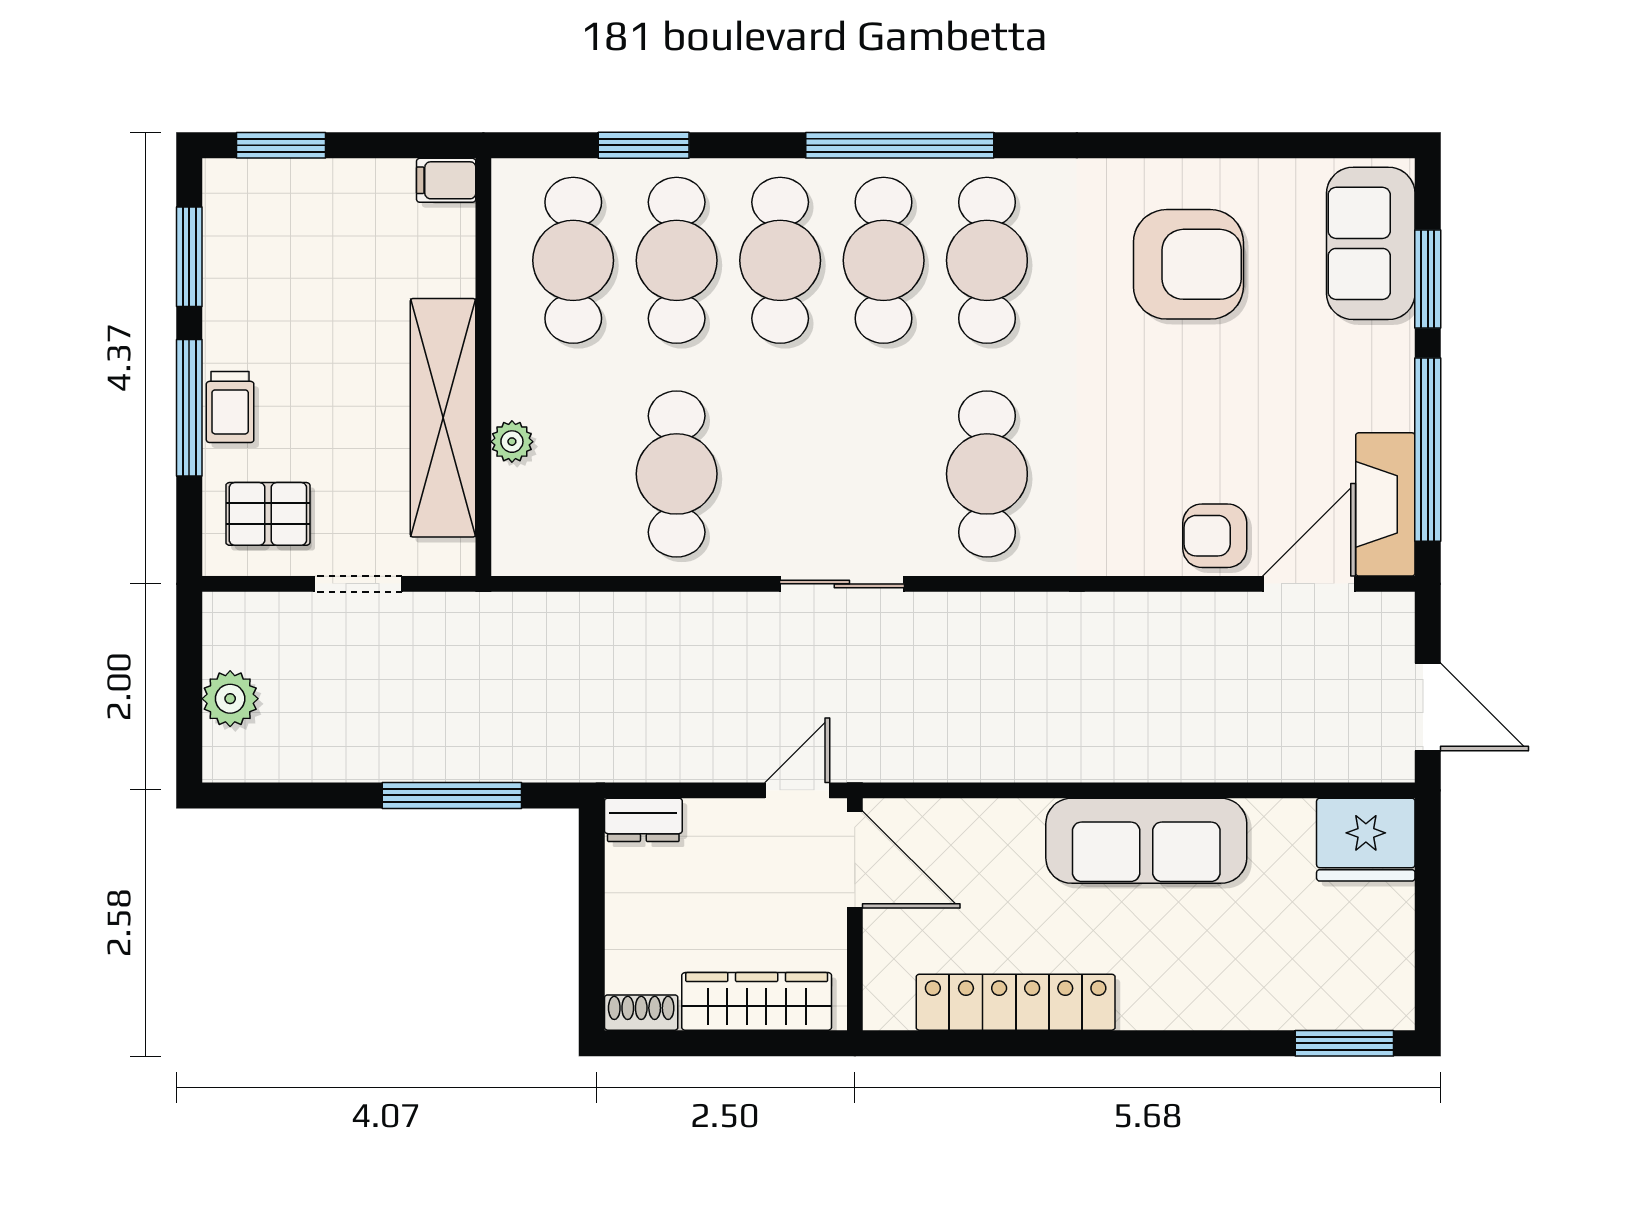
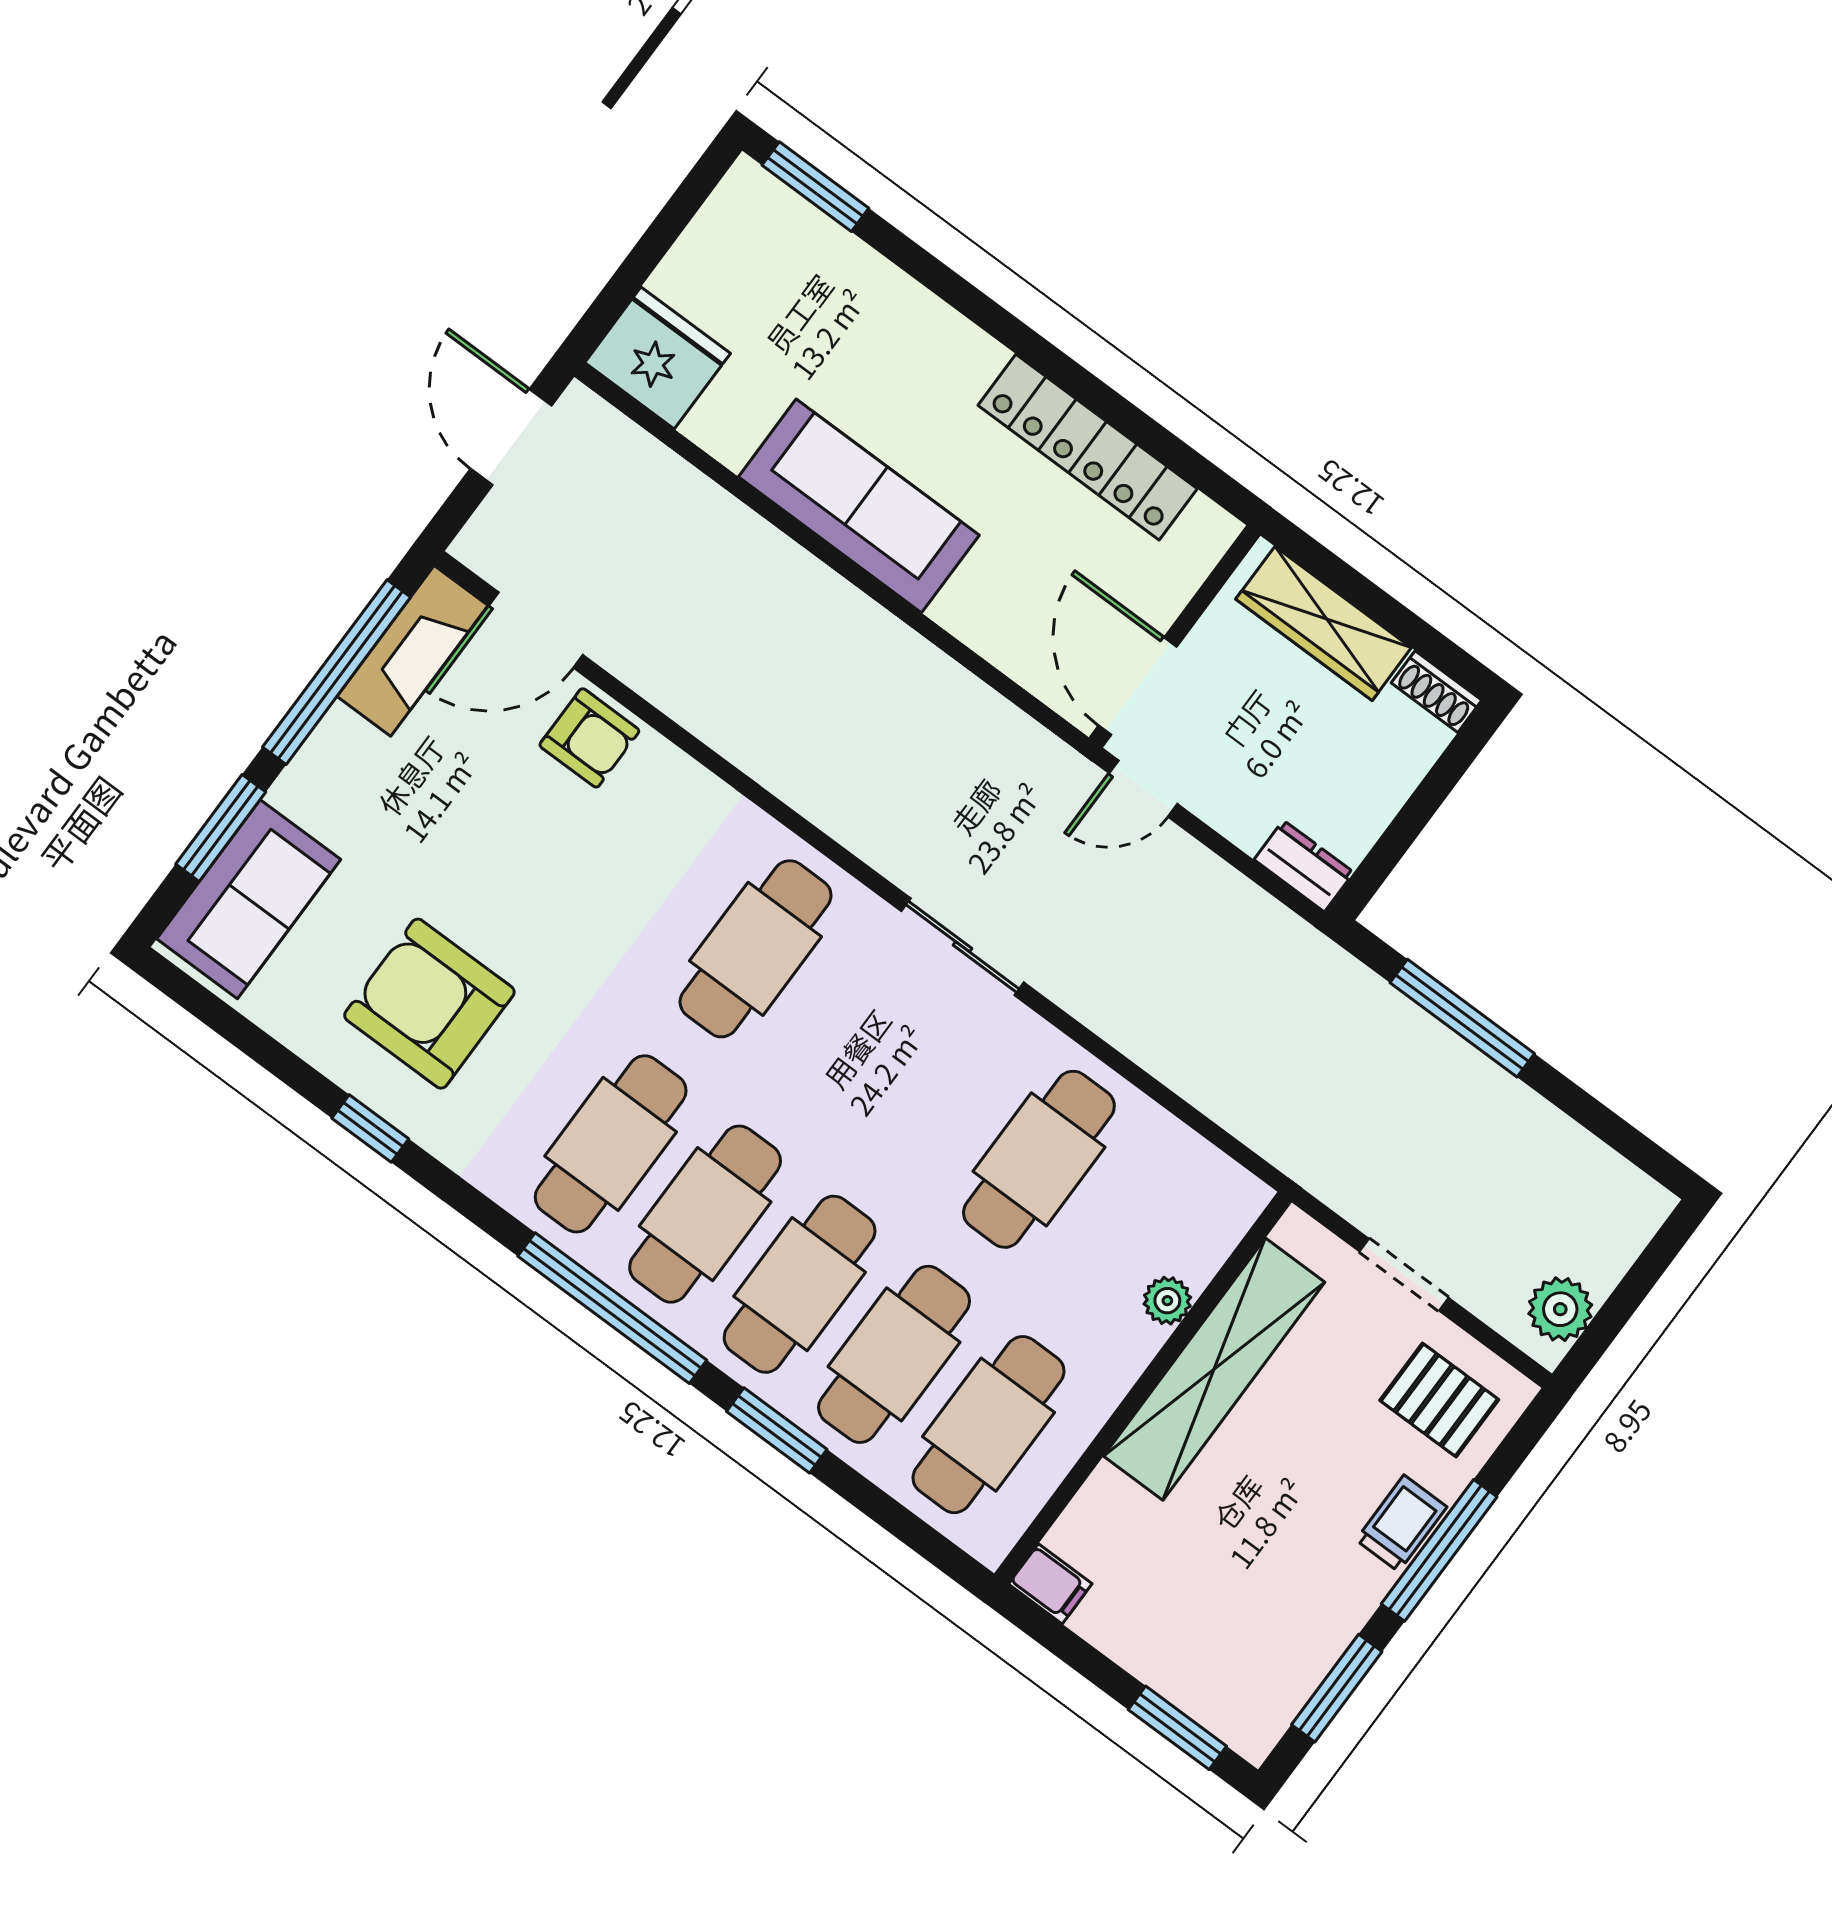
window: (644, 145) -> (777, 1430), moved
window: (1165, 145) -> (370, 1128), added
plant: (230, 699) -> (1560, 1309), moved

